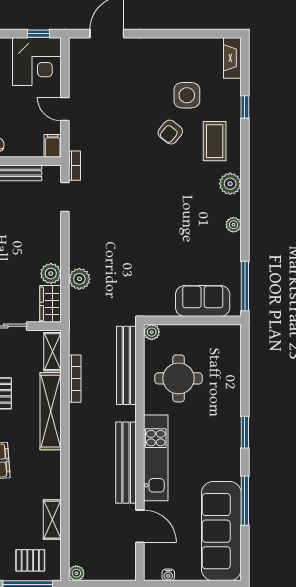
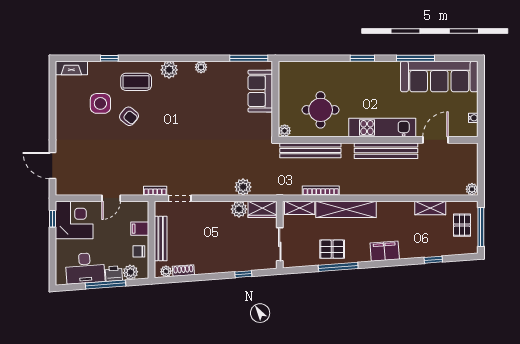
filing cabinet: (53, 146) -> (140, 229), moved

